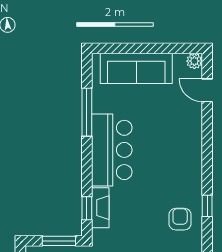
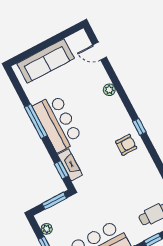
plant: (194, 61) -> (109, 90), moved
window: (87, 112) -> (36, 121), moved
armchair: (180, 219) -> (126, 145), turned 90

